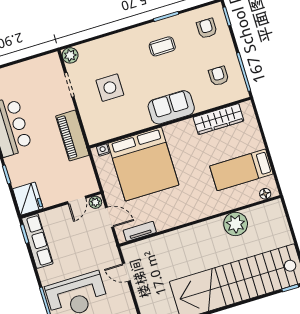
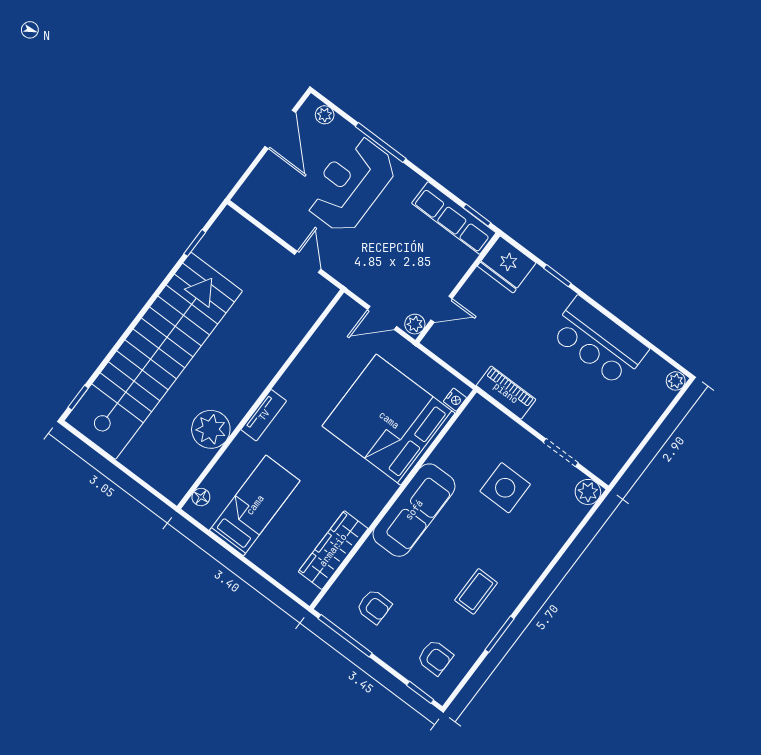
sofa: (171, 107) -> (414, 510), width x1.36
piano: (72, 136) -> (506, 393), width x0.73, depth x0.75
door: (77, 200) -> (442, 309), swing flipped
tv unit: (140, 231) -> (264, 415), moved
door: (126, 272) -> (308, 262), hinge flipped

